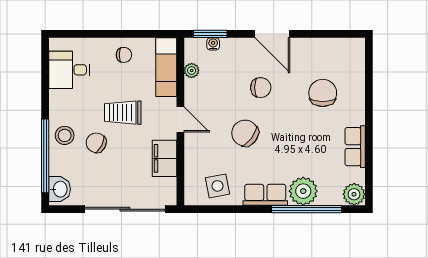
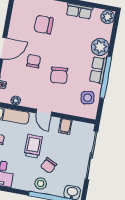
trolley: (123, 113) -> (33, 146), turned 180
door: (180, 120) -> (44, 113), swing flipped
chair: (245, 133) -> (59, 75), turned -43
filing cabinet: (164, 158) -> (65, 126), width x0.50
window: (307, 209) -> (106, 77), moved

